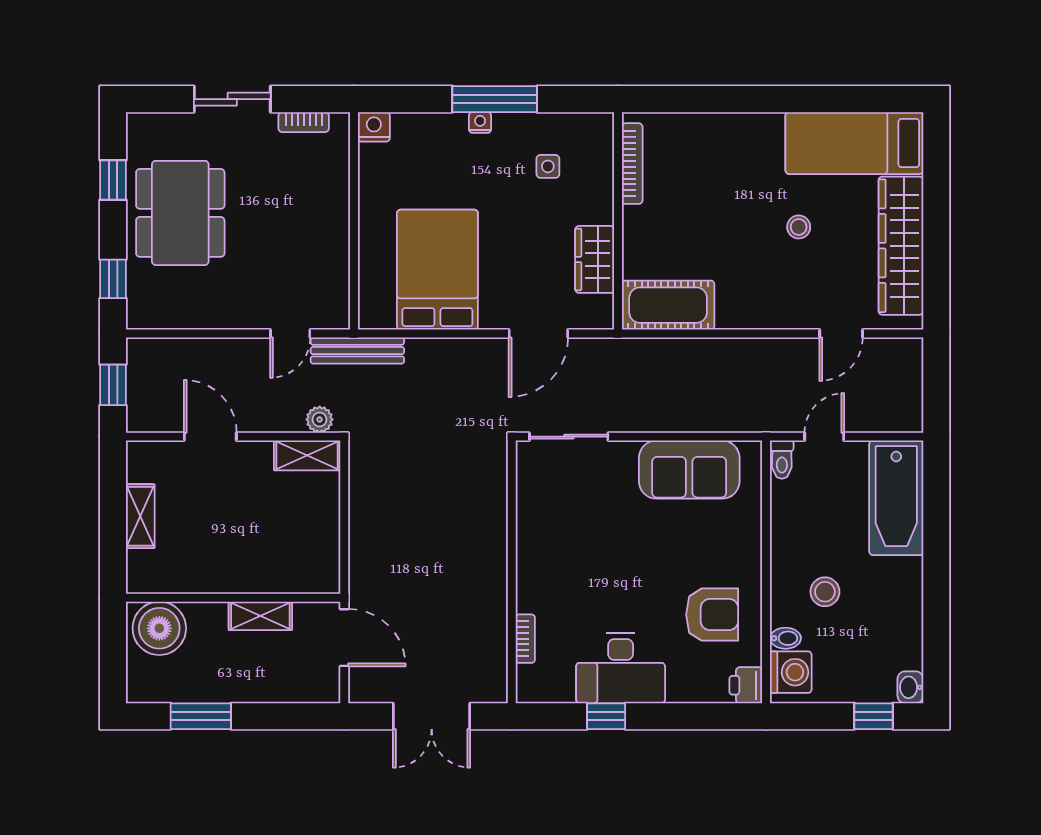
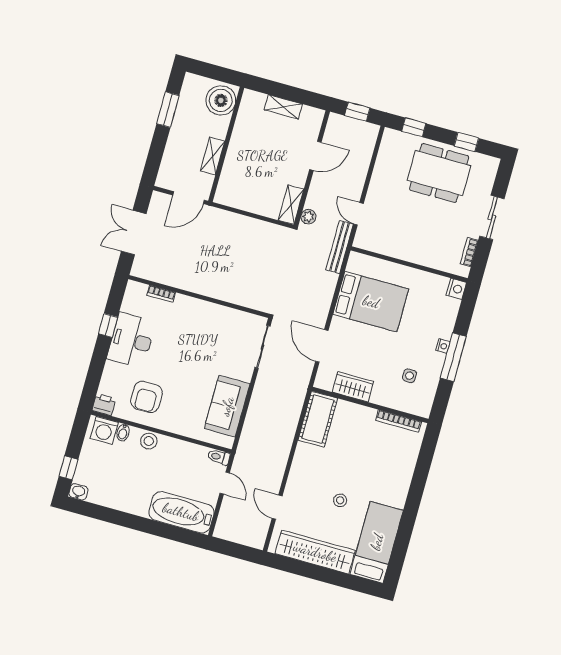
stool: (825, 592) -> (149, 441), moved

